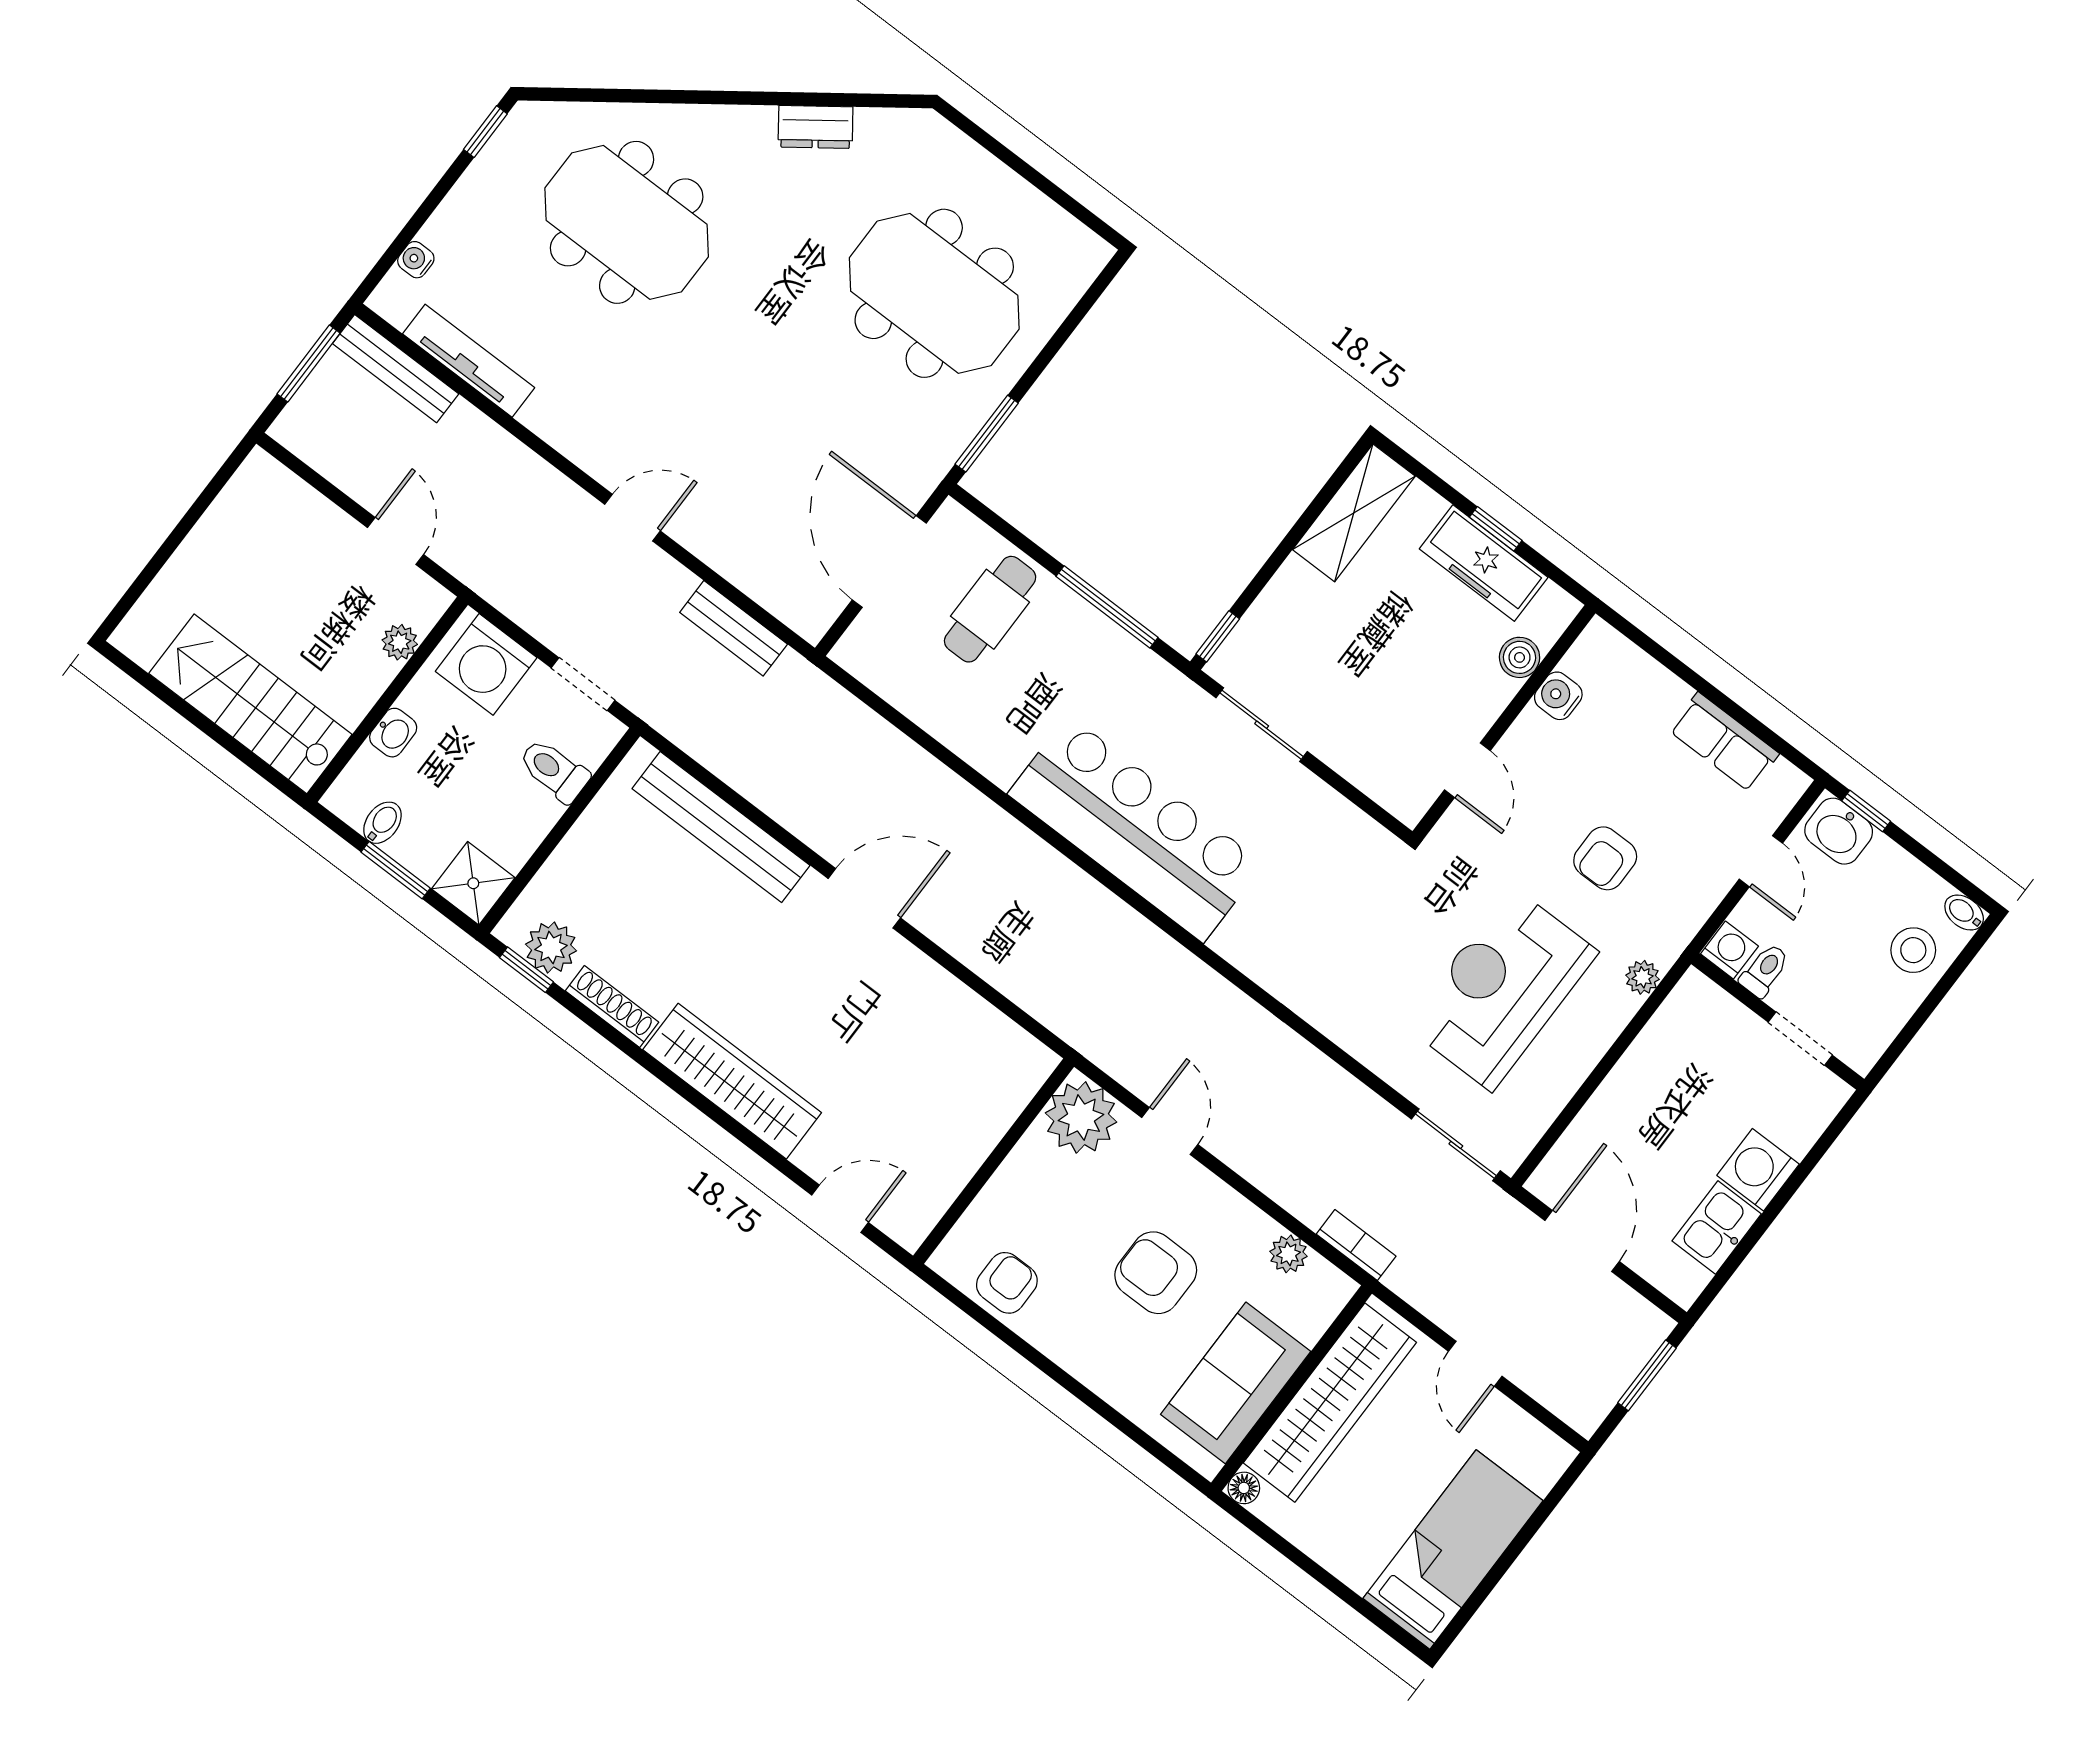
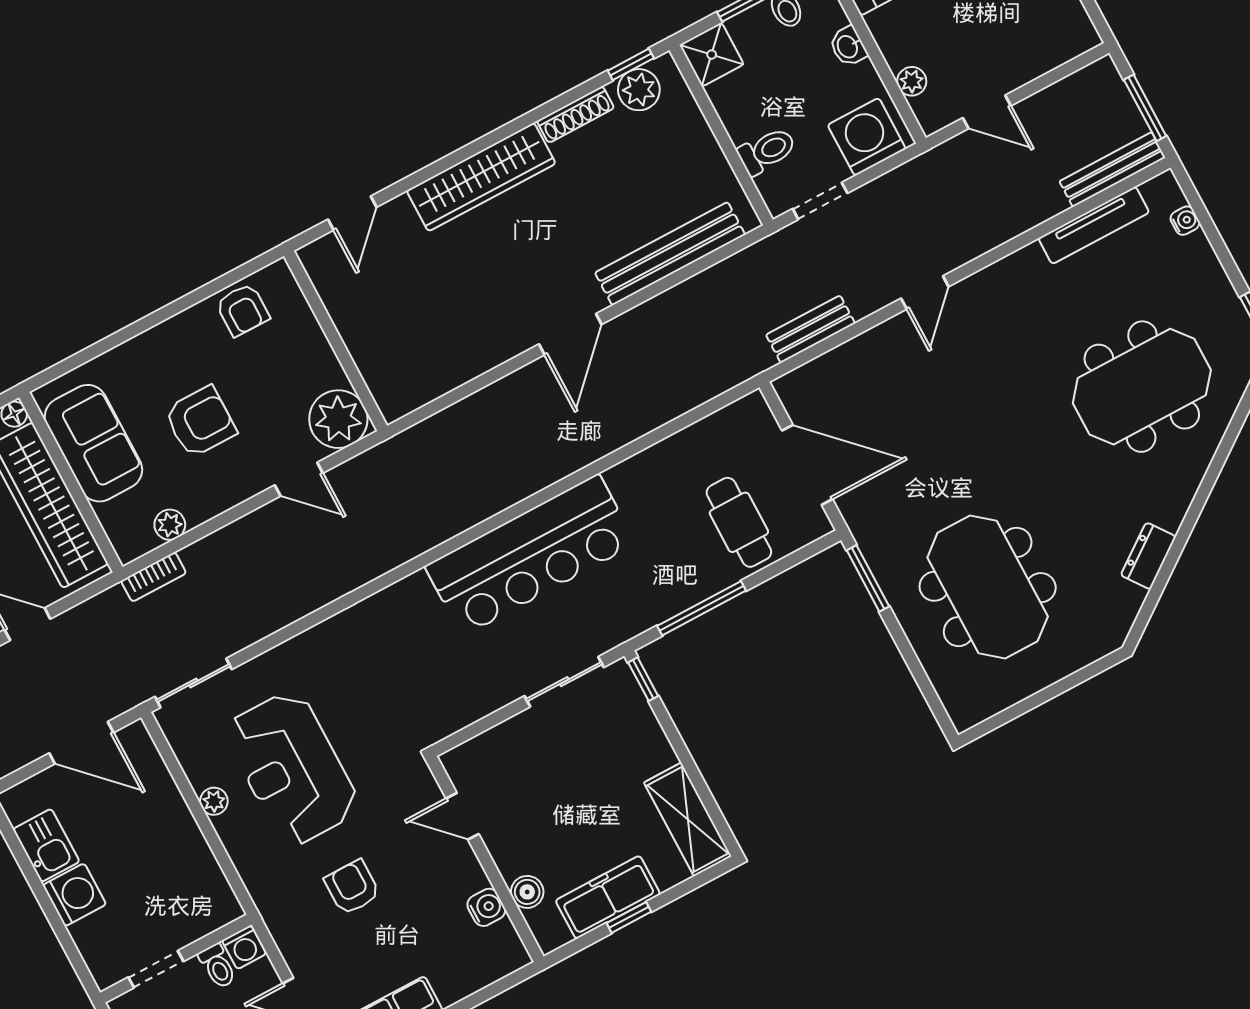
meeting table: (934, 293) -> (988, 587), turned 90
plant: (1642, 977) -> (214, 801), moved
reception desk: (1502, 989) -> (292, 768), turned 180

